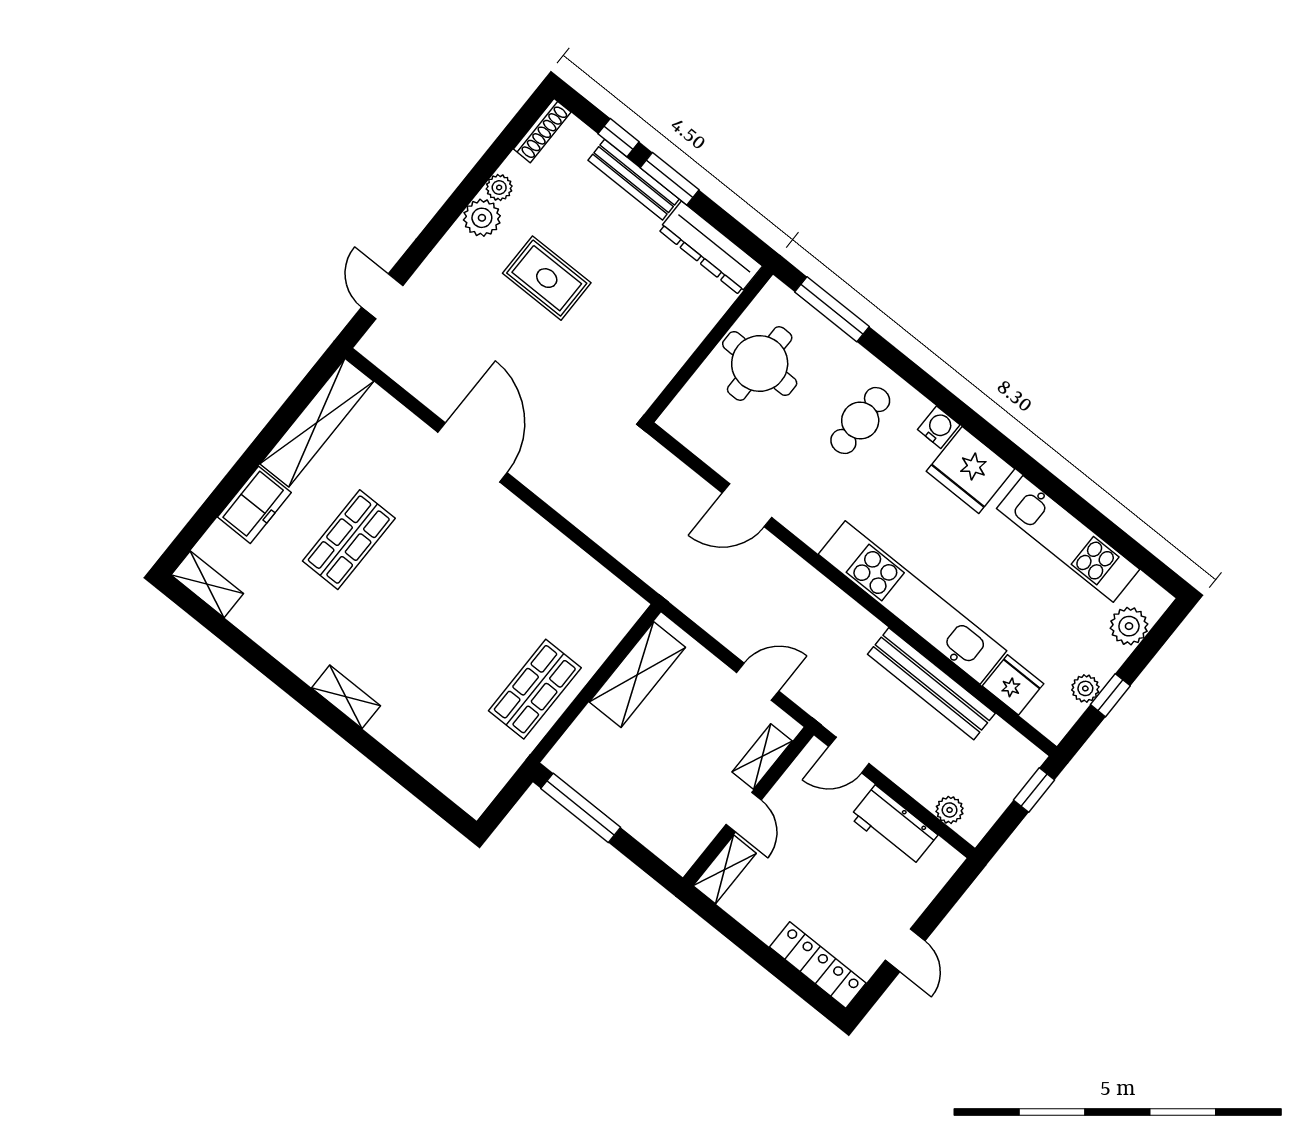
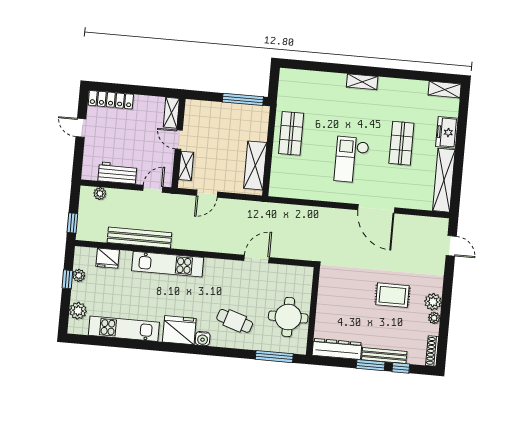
cafe table: (860, 420) -> (235, 321), turned -72
checkout: (458, 570) -> (352, 160), added
kitchen unit: (913, 602) -> (168, 264), width x0.73

